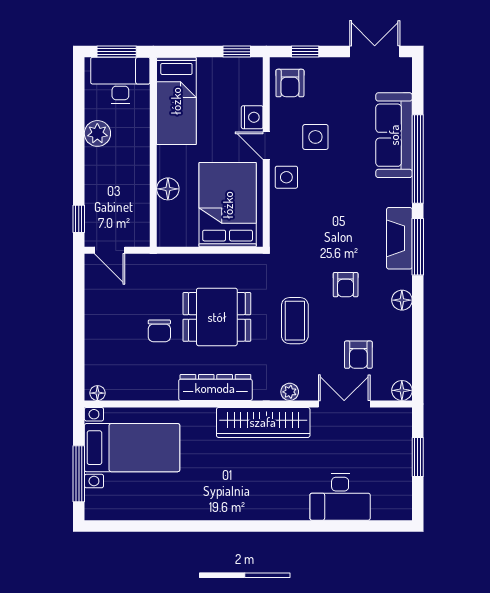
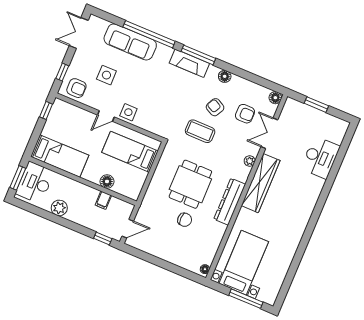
nightstand: (252, 117) -> (87, 117), removed
side table: (315, 137) -> (106, 75), moved
filing cabinet: (137, 195) -> (103, 200), added
bed: (228, 205) -> (130, 152), width x0.67
armchair: (346, 285) -> (215, 107), moved, turned -152
coffee table: (295, 321) -> (200, 131), moved

